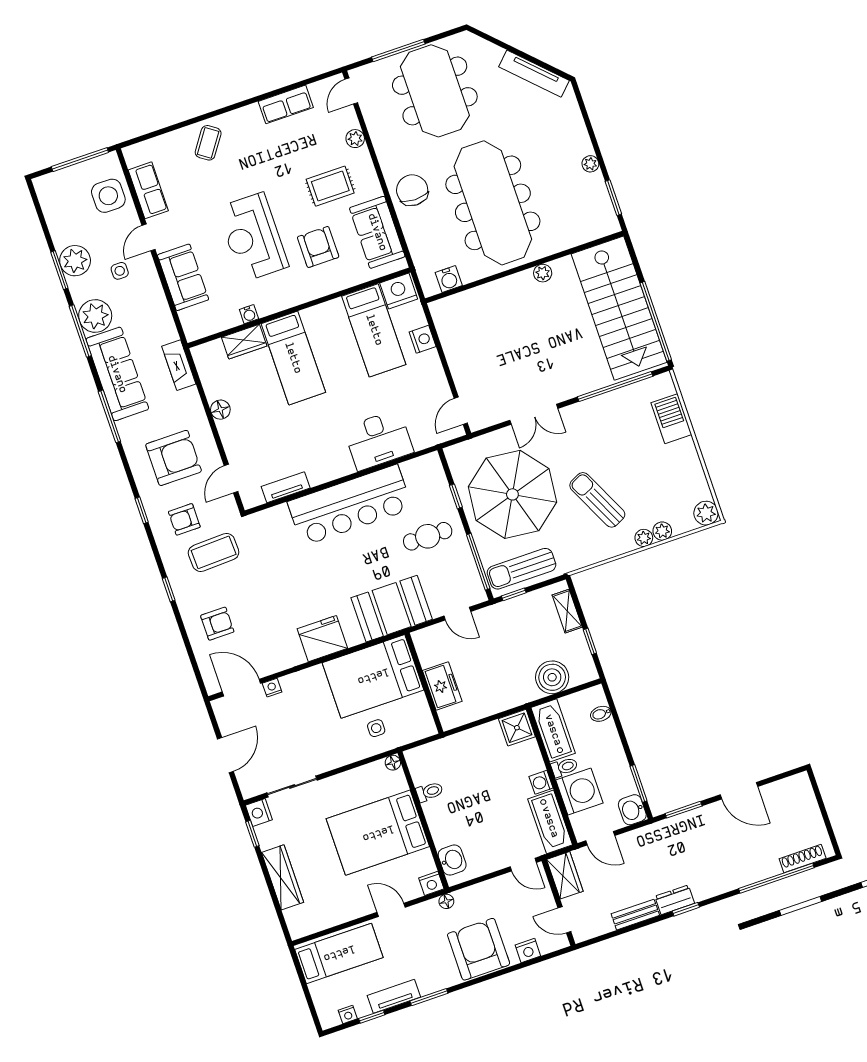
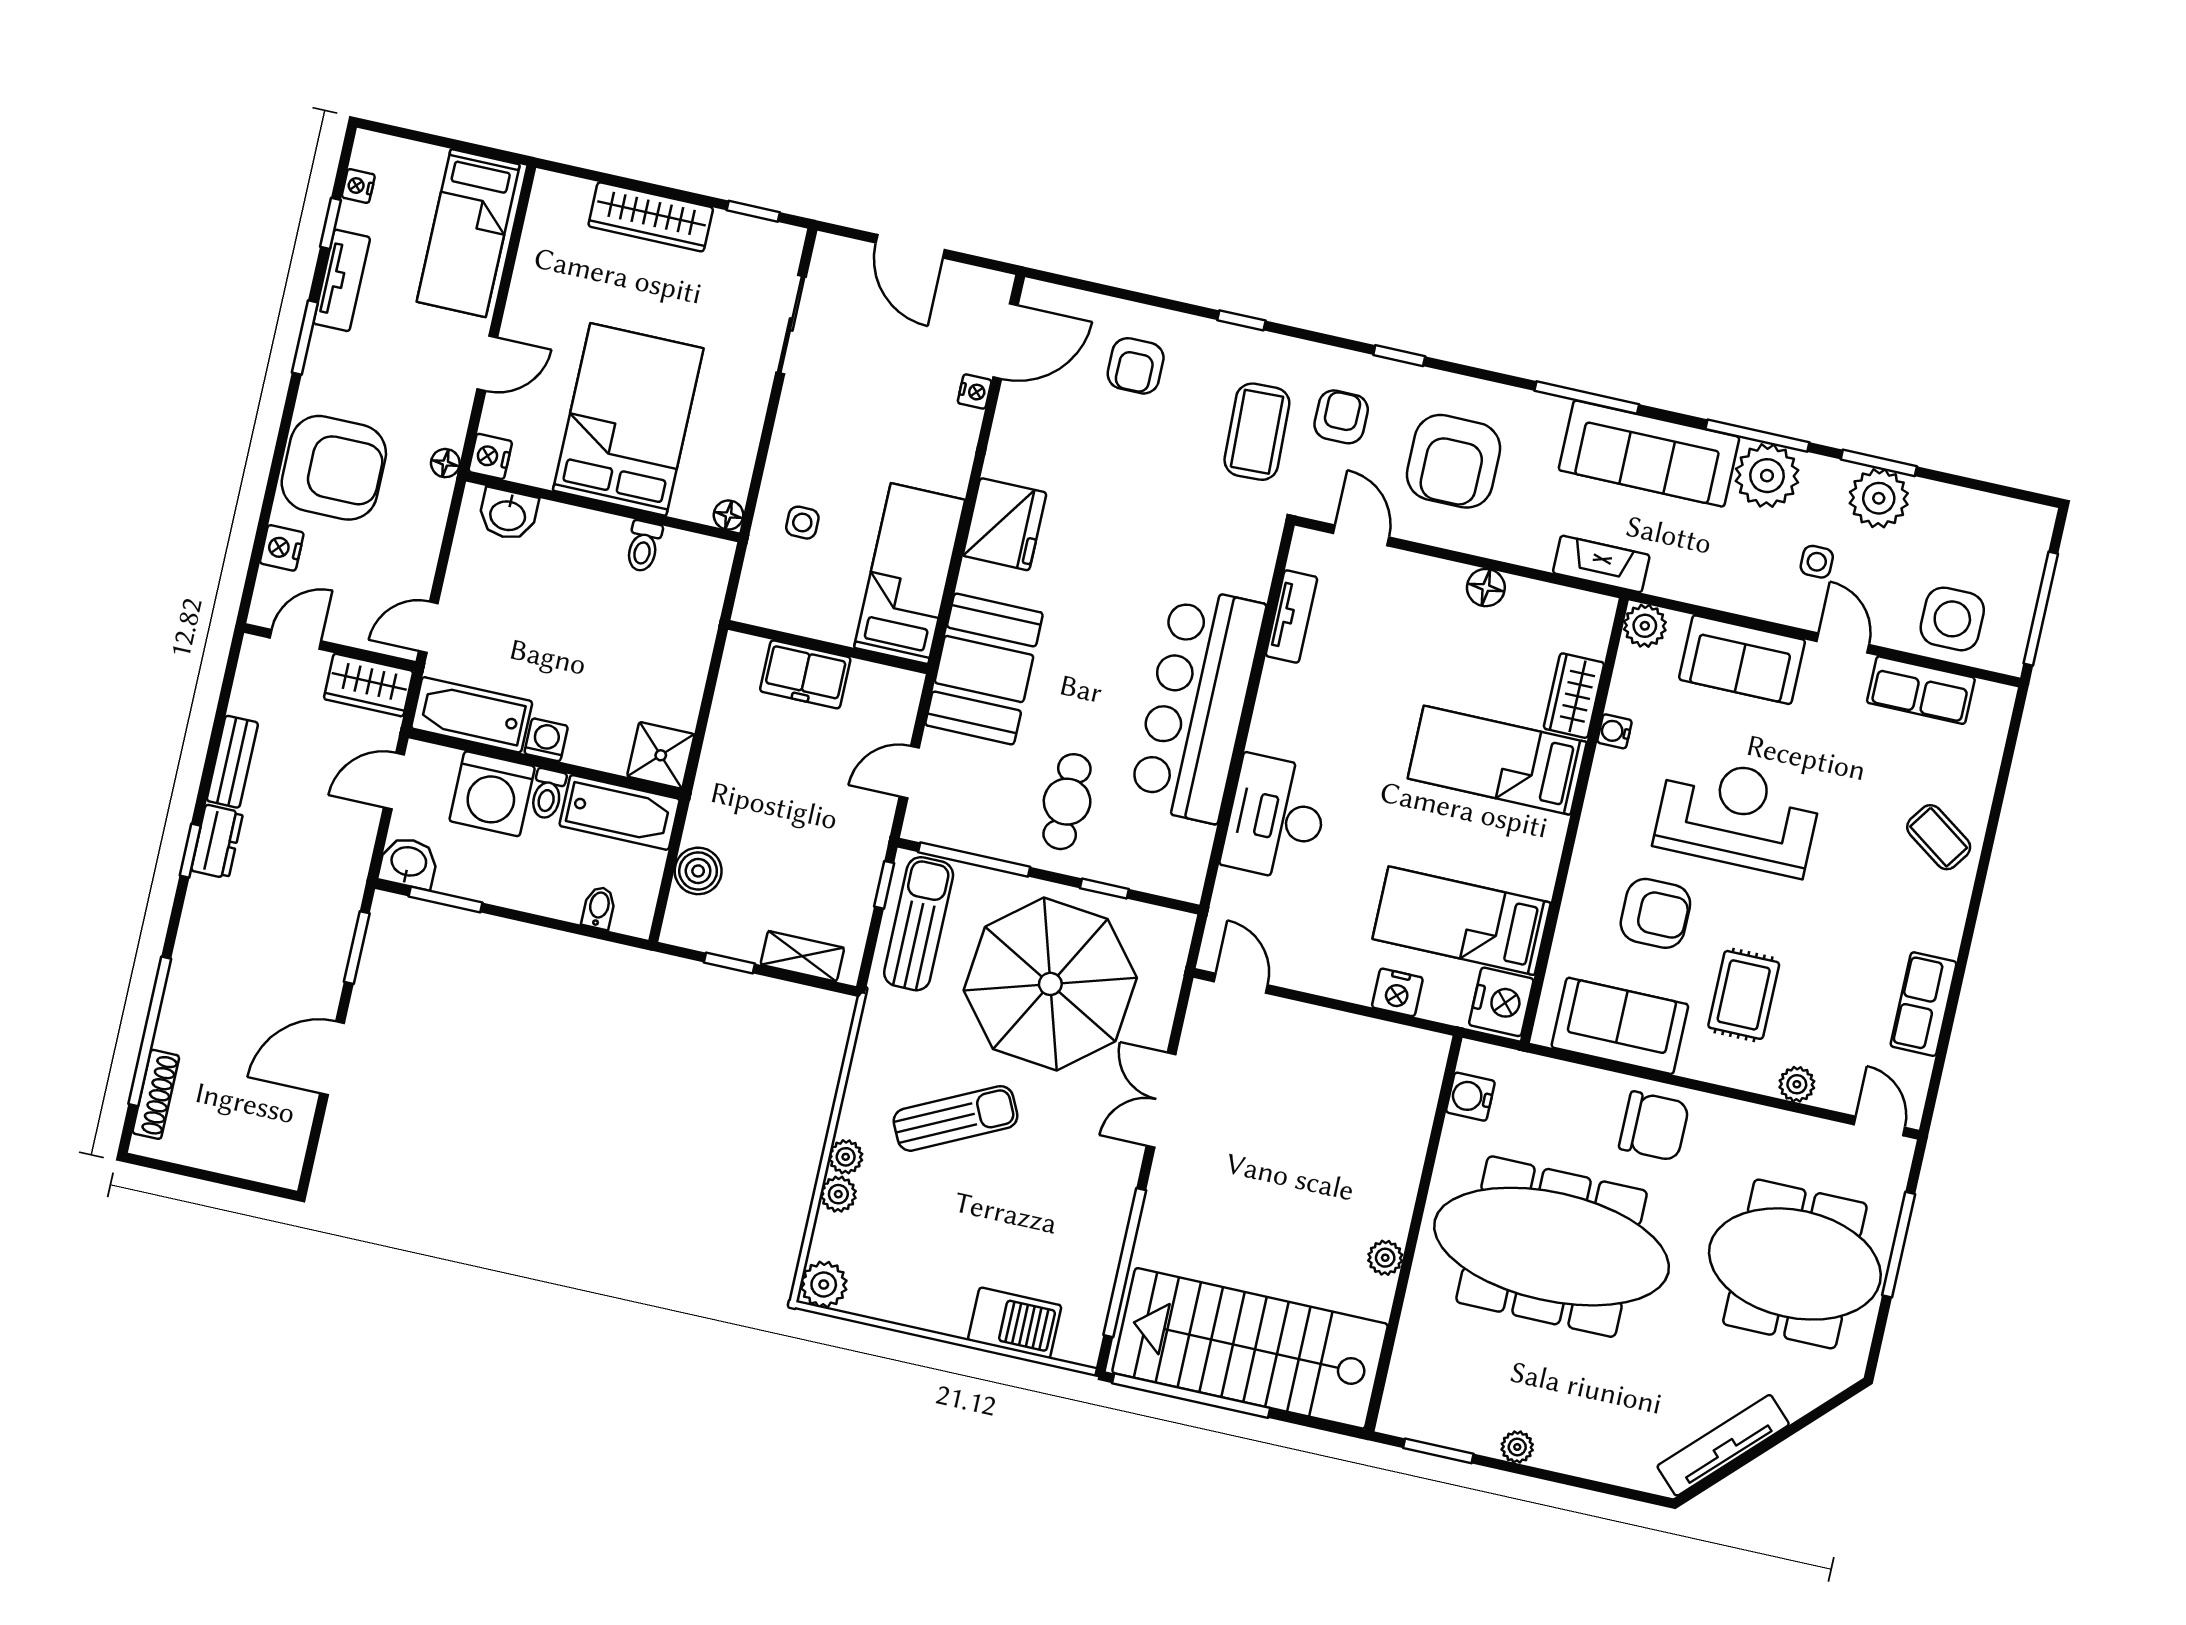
plant: (194, 329) -> (1645, 626), added
bed: (373, 676) -> (910, 574), width x0.67
boiler: (552, 677) -> (698, 871), width x0.73, depth x0.73
nightstand: (259, 813) -> (782, 243), removed

